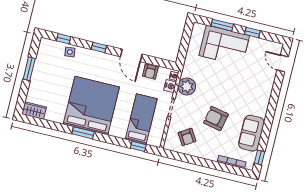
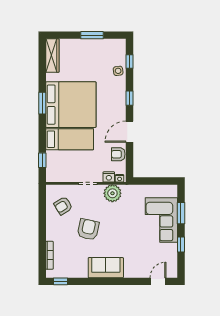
wardrobe: (34, 110) -> (52, 56), width x1.50
bed: (141, 119) -> (70, 139), moved
sofa: (251, 133) -> (106, 268), moved

